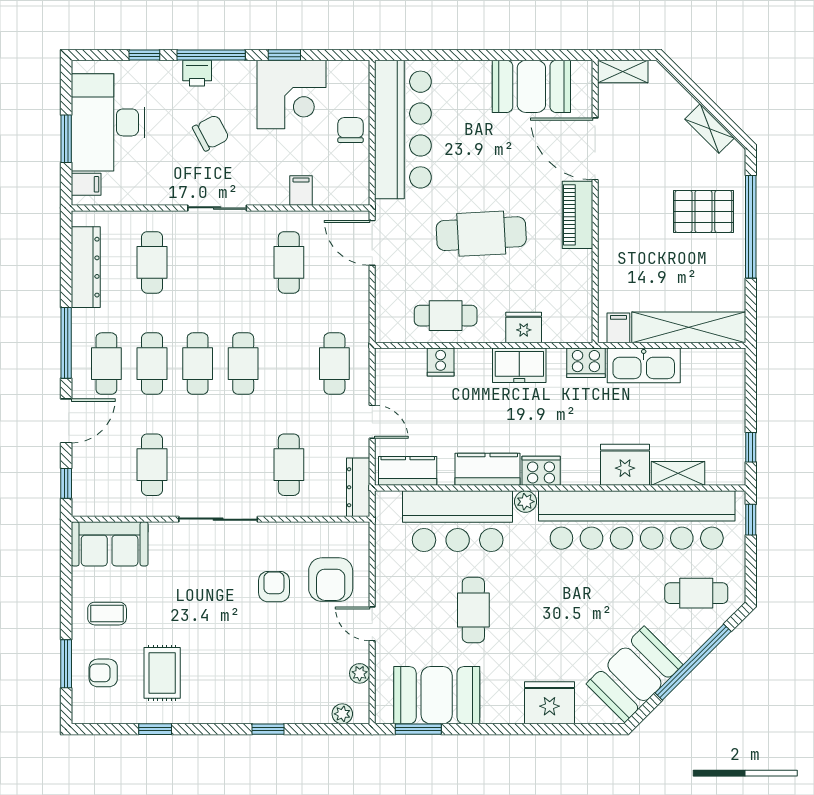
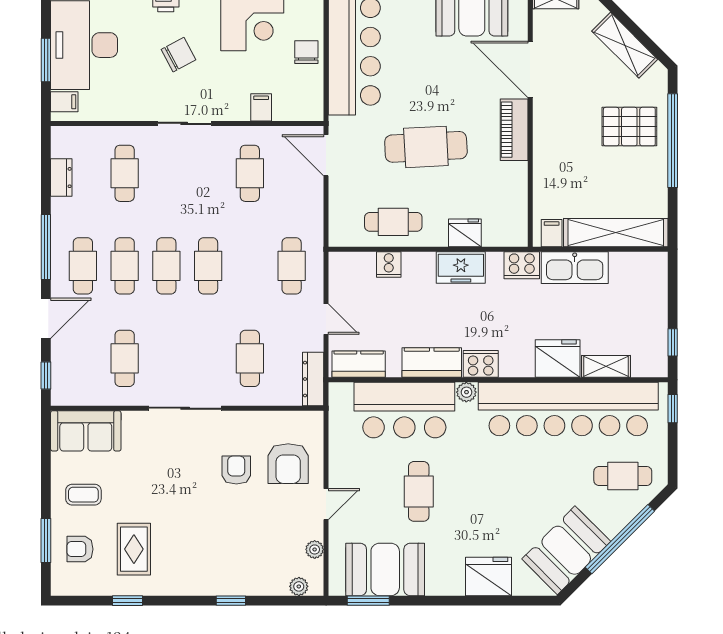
shelving: (710, 129) -> (625, 45), width x1.50, depth x1.33
dresser: (86, 267) -> (61, 178), width x0.51, depth x0.80
door: (372, 624) -> (326, 504), swing flipped

